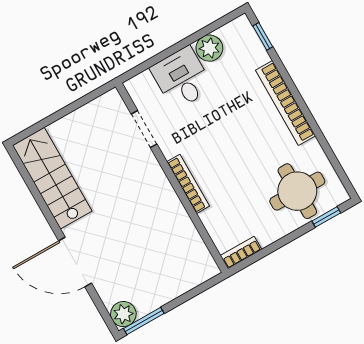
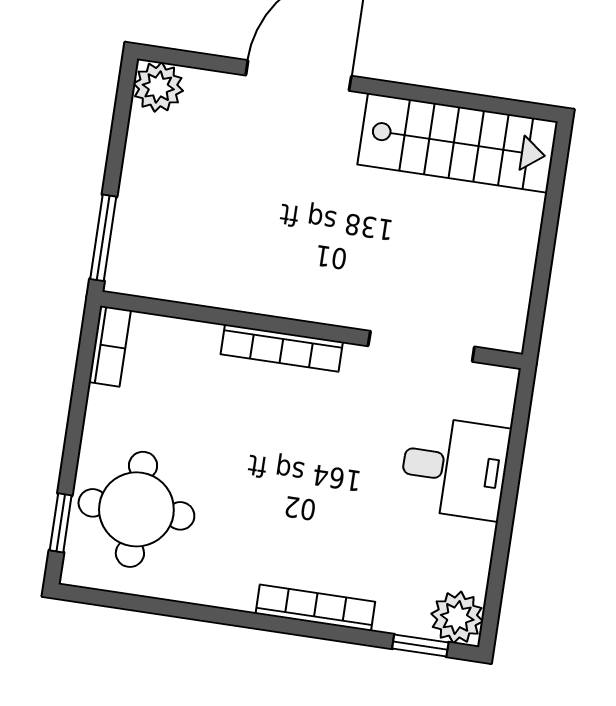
plant: (209, 48) -> (457, 617), moved
bookcase: (285, 103) -> (315, 608), width x0.68, depth x0.76
doorway: (144, 129) -> (421, 346), width x1.38
window: (144, 321) -> (103, 238), moved

